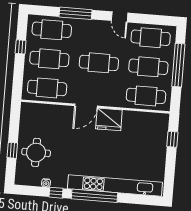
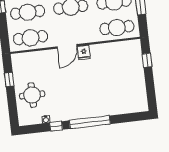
fridge: (109, 119) -> (84, 52), width x0.53, depth x0.75
window: (12, 150) -> (9, 79), moved
kitchen unit: (115, 185) -> (106, 110), removed

